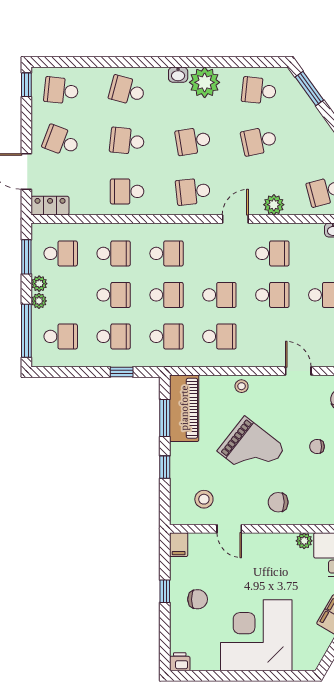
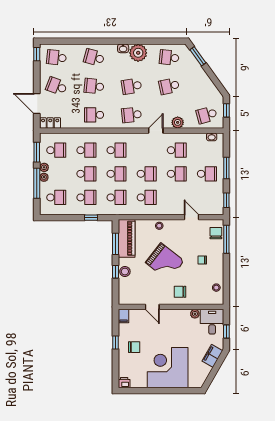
window: (26, 331) -> (37, 183), moved
stool: (204, 499) -> (125, 272), moved

